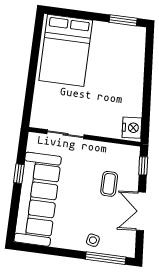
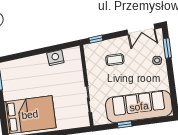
nightstand: (132, 128) -> (55, 58), moved
double door: (141, 211) -> (141, 30), moved
window: (106, 258) -> (167, 48), width x0.69

